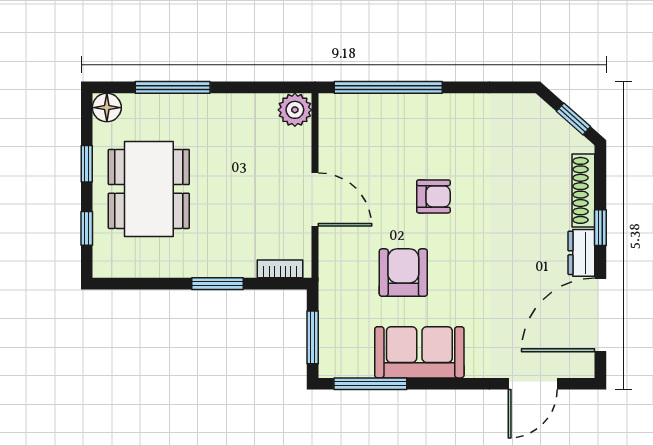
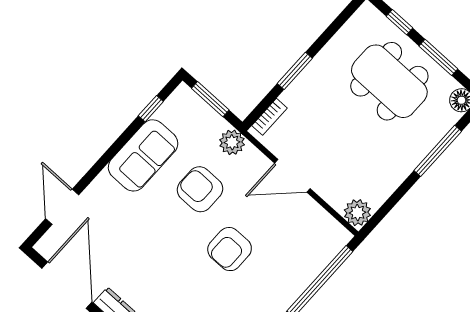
window: (87, 164) -> (438, 57), width x1.50
armchair: (433, 196) -> (230, 249), width x1.38, depth x1.38
armchair: (403, 273) -> (200, 189), turned 180
plant: (334, 282) -> (232, 142), added
window: (370, 384) -> (151, 109), width x0.46

